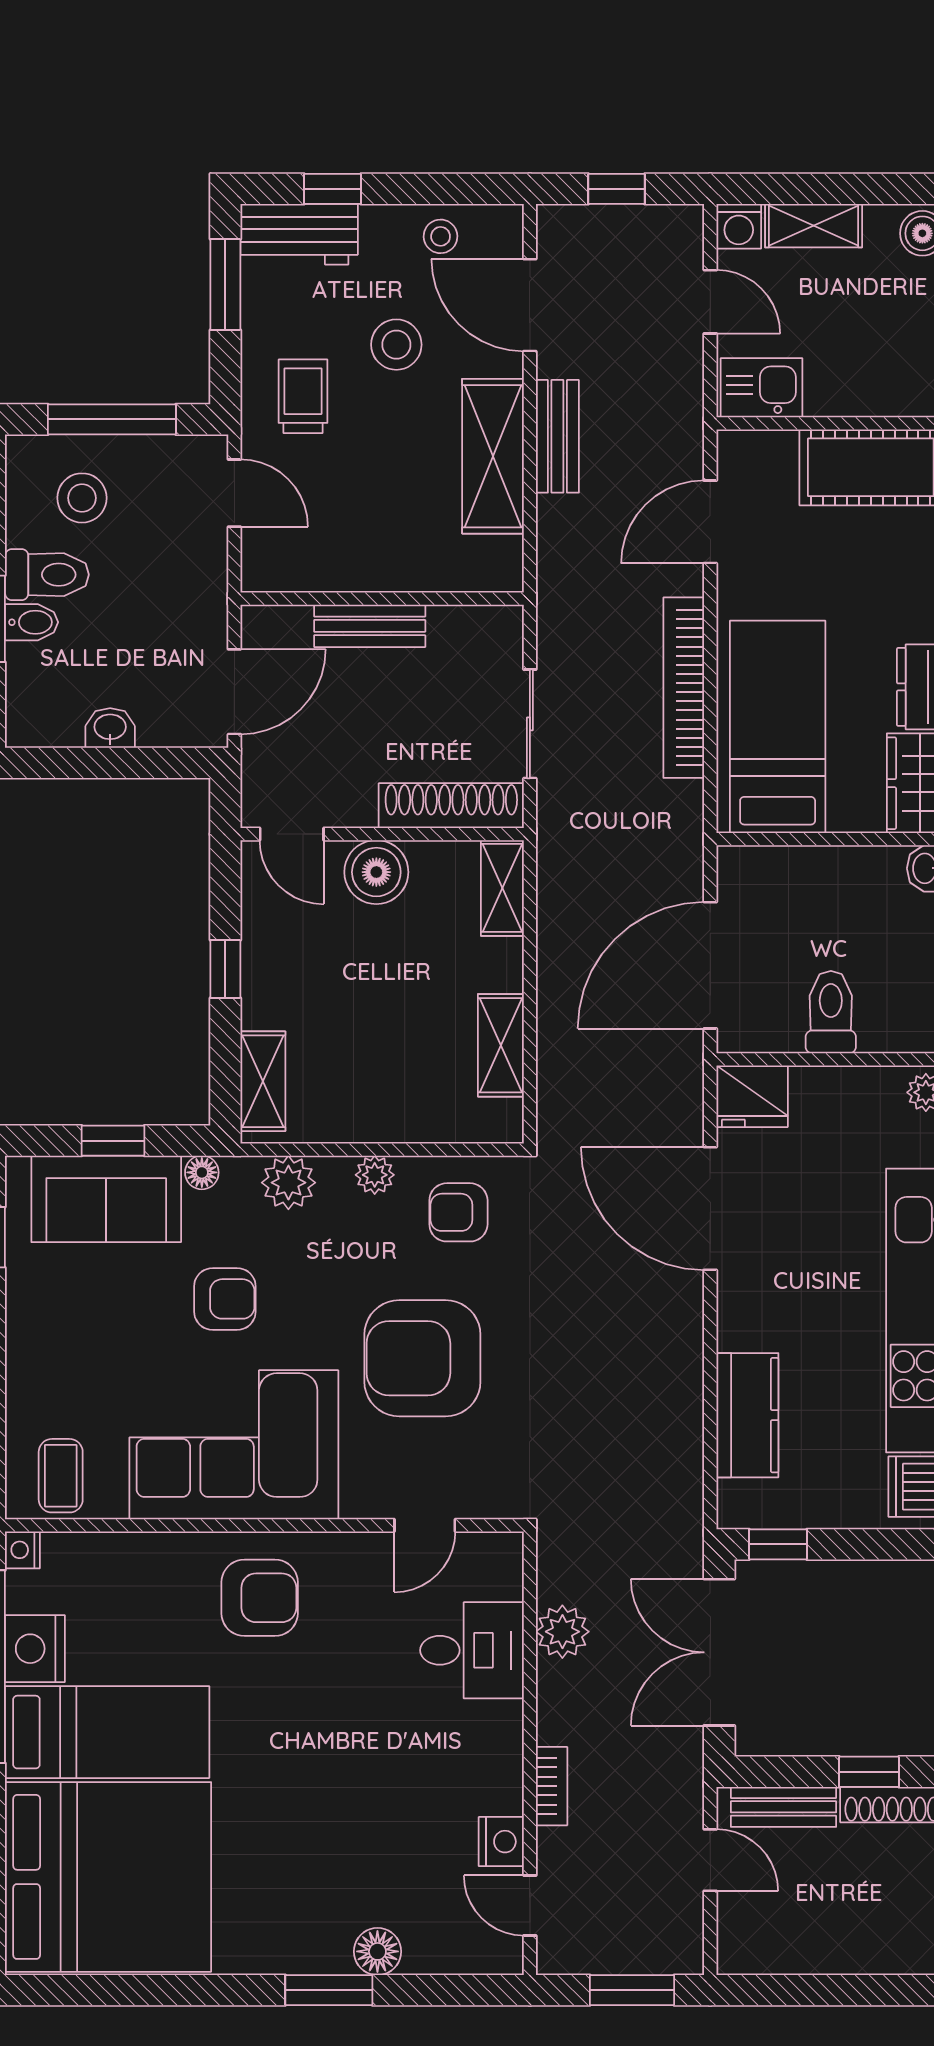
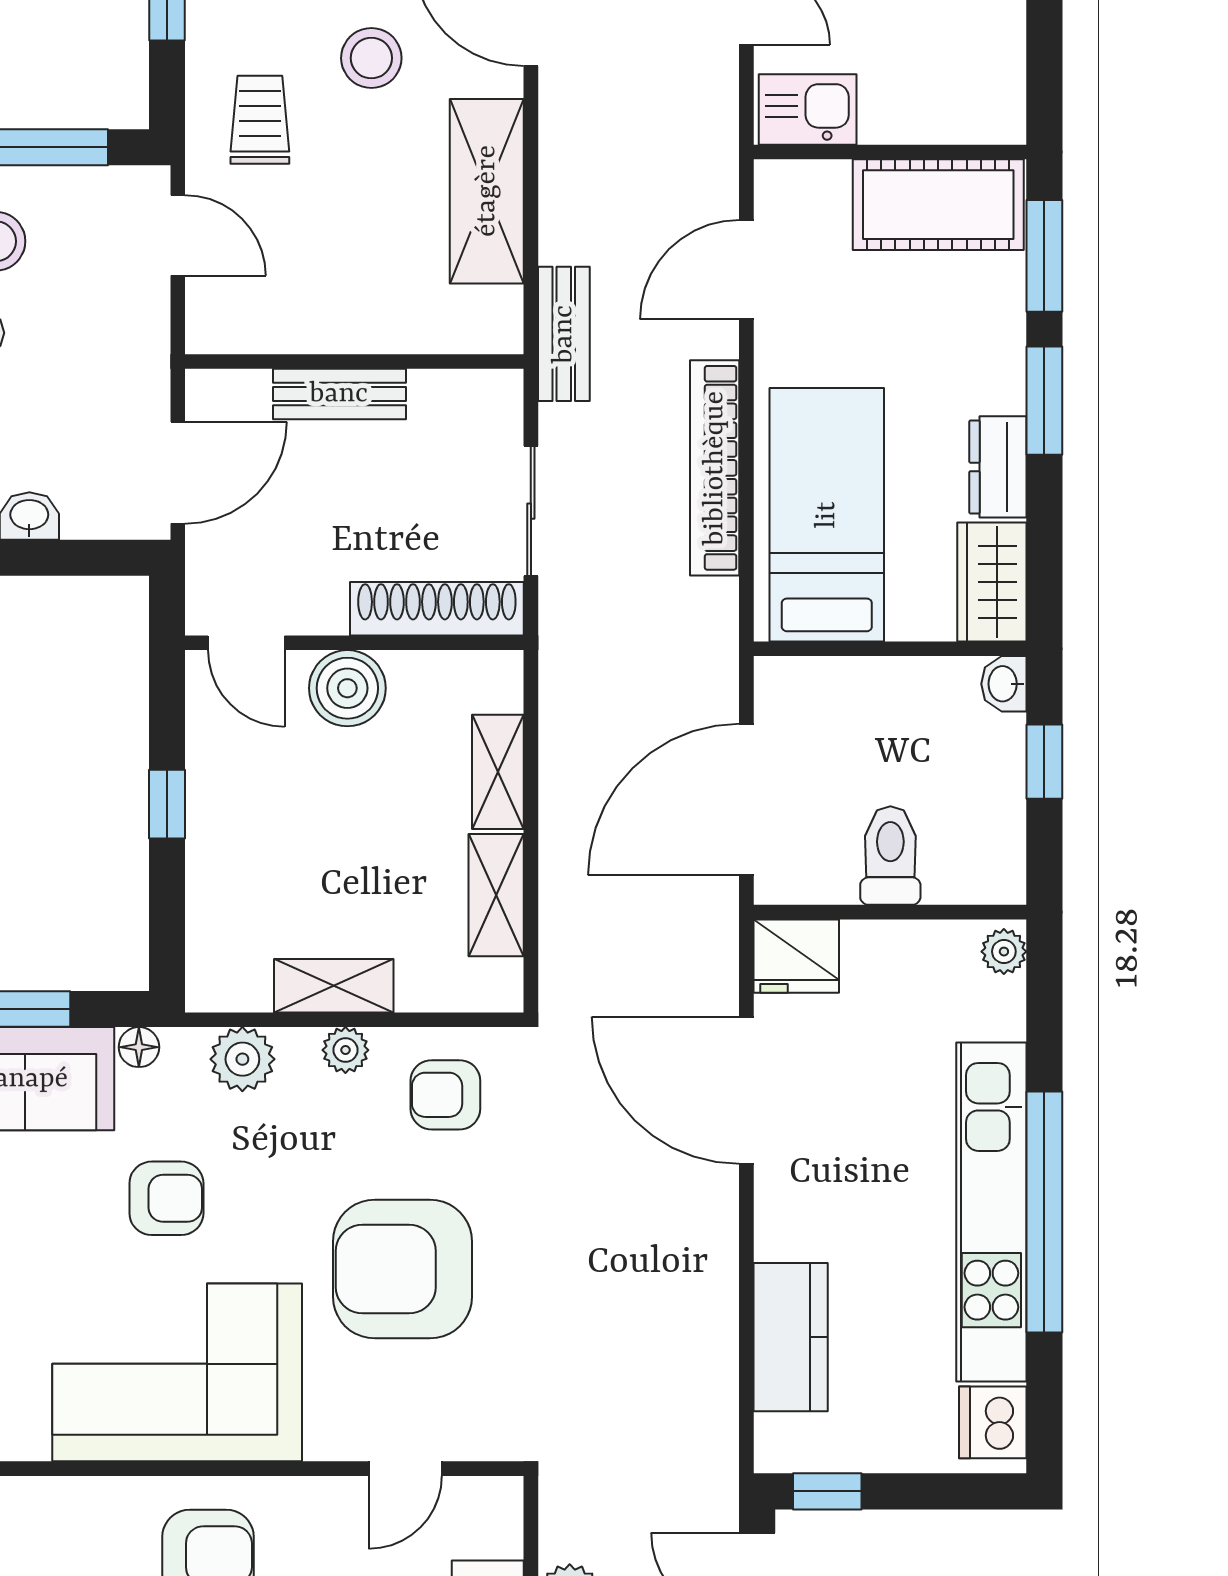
bench: (557, 436) -> (564, 334), moved
shelving: (502, 888) -> (498, 772), moved
shelving: (263, 1081) -> (334, 986), moved, turned 90

